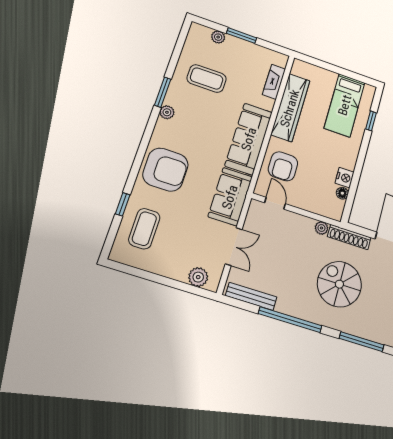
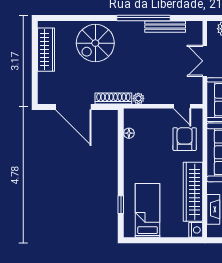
nightstand: (345, 178) -> (196, 230), moved, turned 180
spiral stairs: (339, 284) -> (95, 43), moved, turned 90
bench: (251, 296) -> (165, 27), moved
window: (362, 342) -> (81, 18), removed

